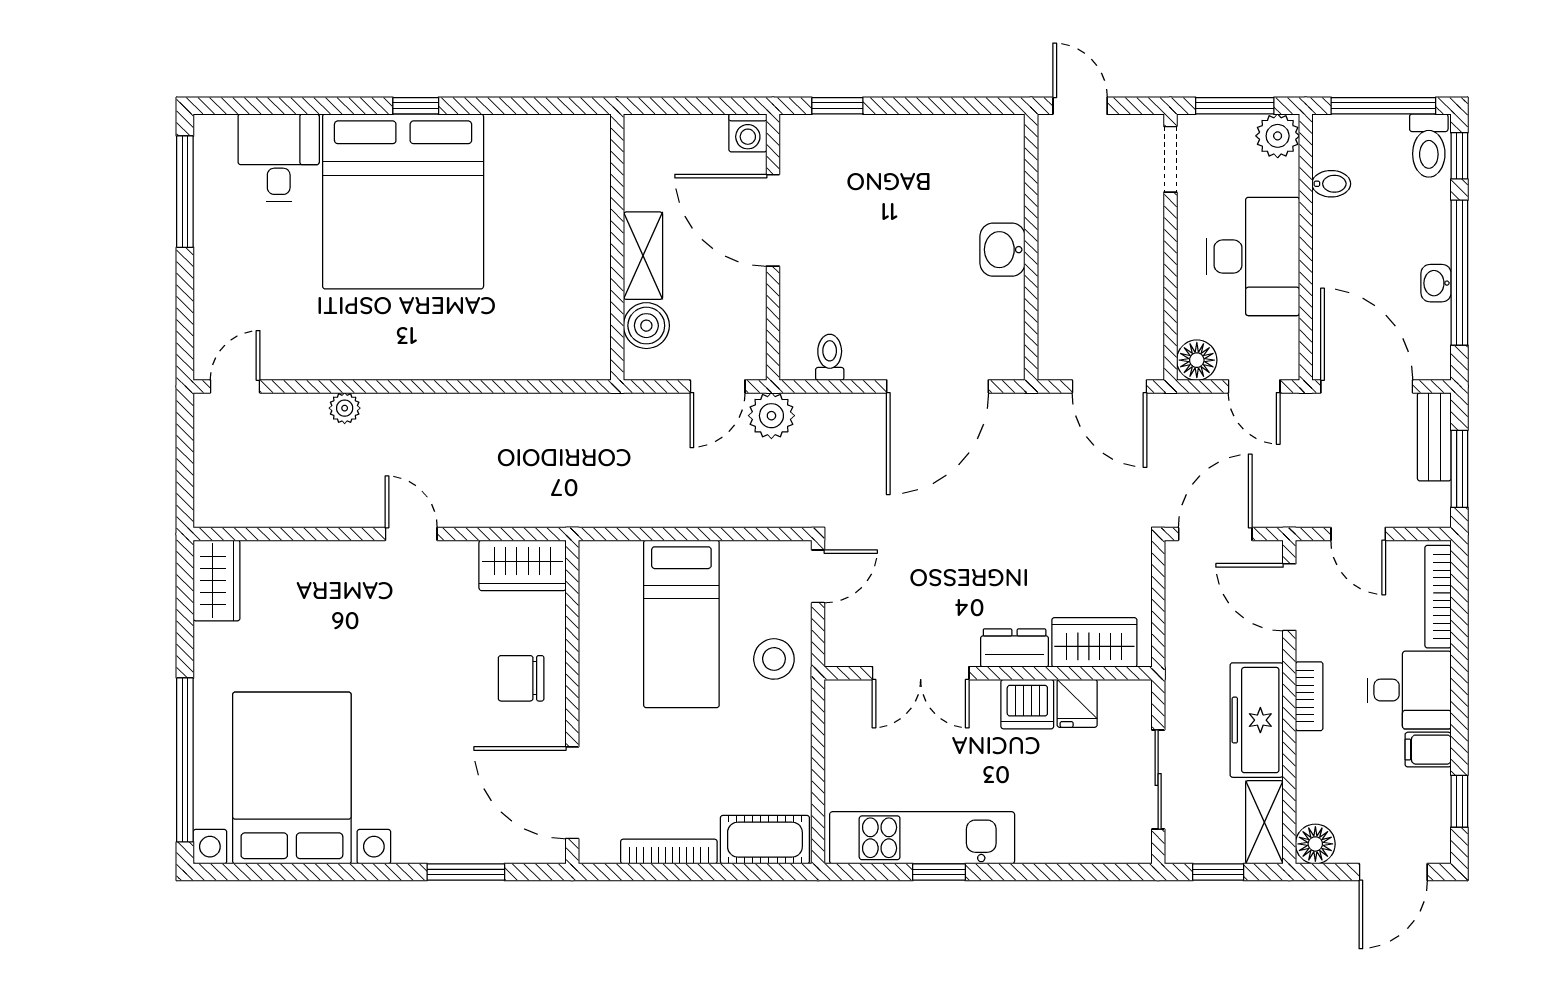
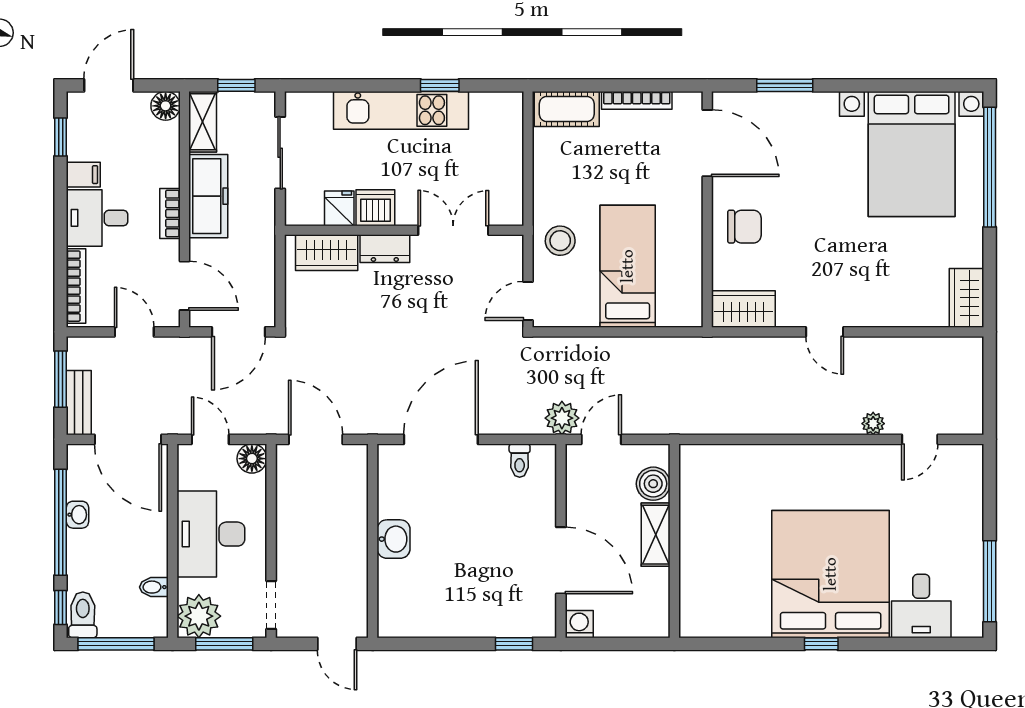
plant: (1278, 136) -> (199, 616), width x1.36, depth x1.36
door: (235, 386) -> (920, 439), moved
kitchen unit: (922, 838) -> (401, 110), moved

